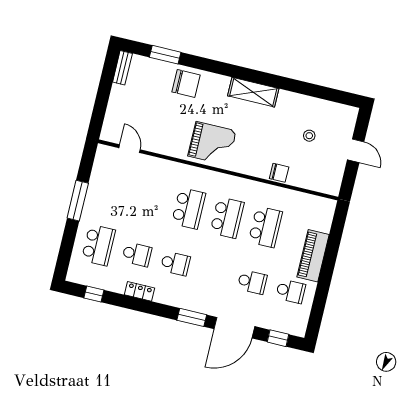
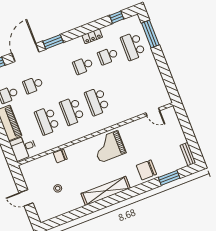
shelving: (253, 92) -> (106, 191), width x1.47
window: (78, 201) -> (150, 34), moved
desk: (317, 214) -> (23, 148), added

